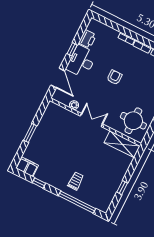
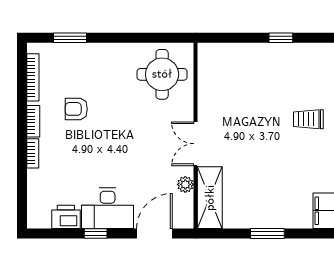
armchair: (114, 77) -> (76, 109), moved
shelving: (122, 144) -> (210, 198), moved

